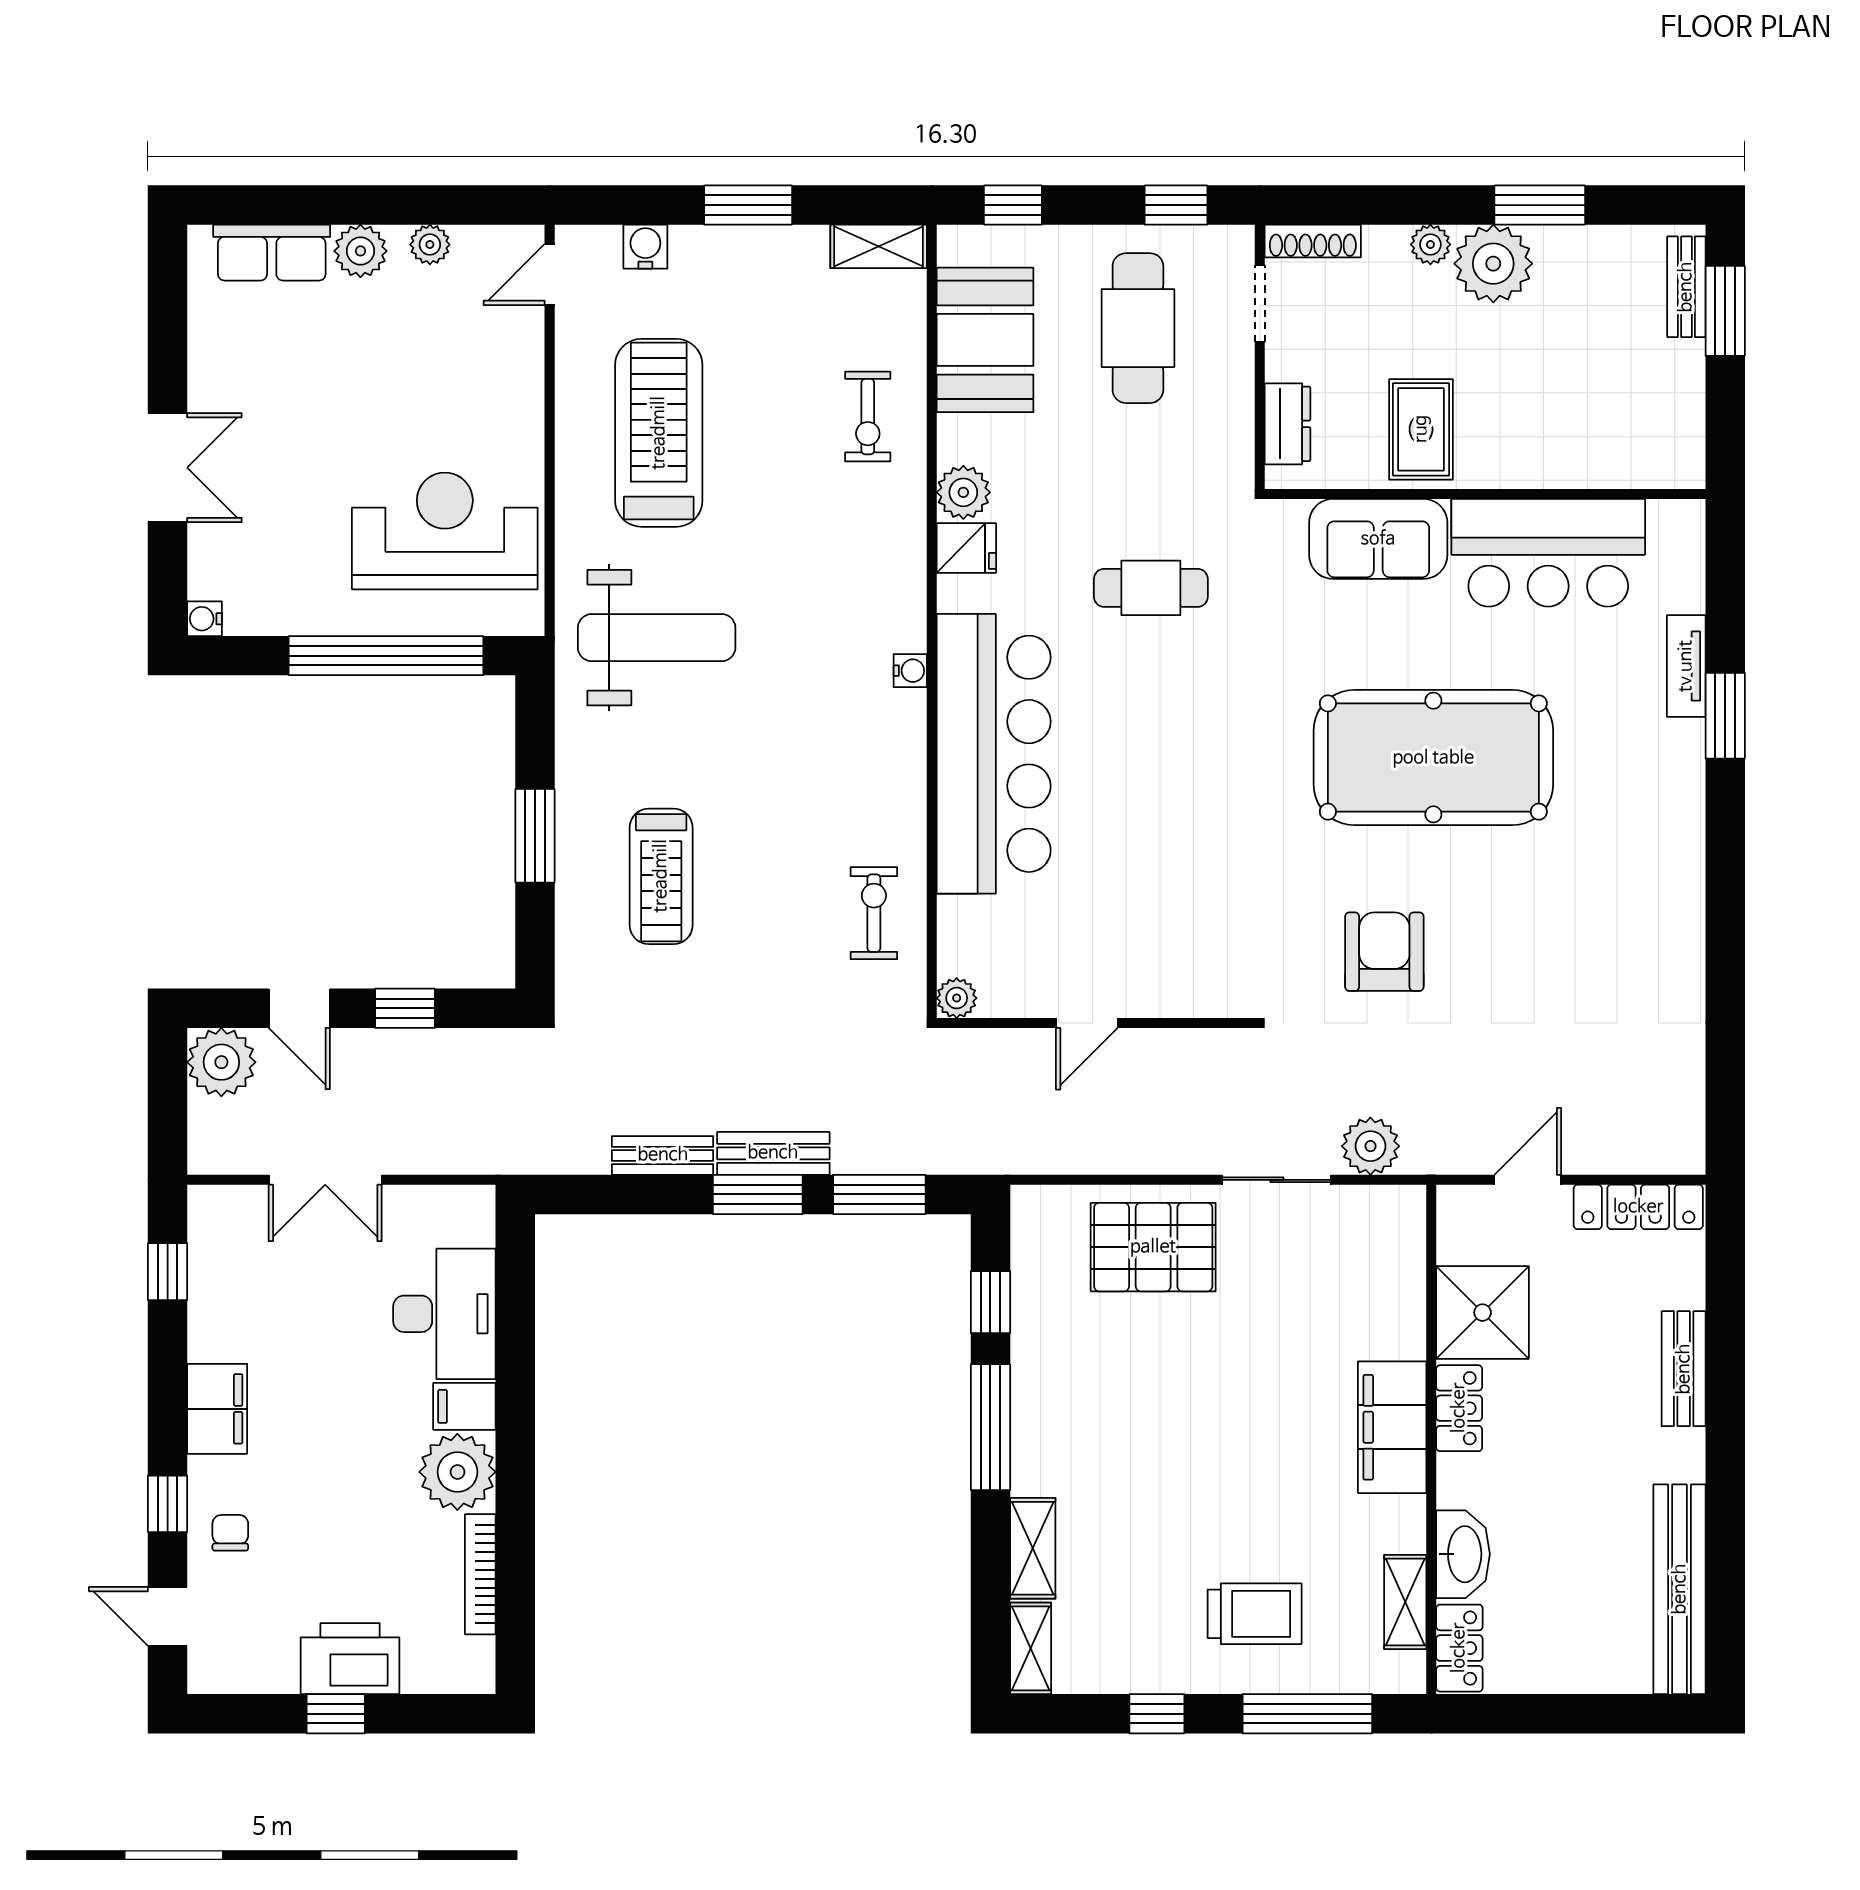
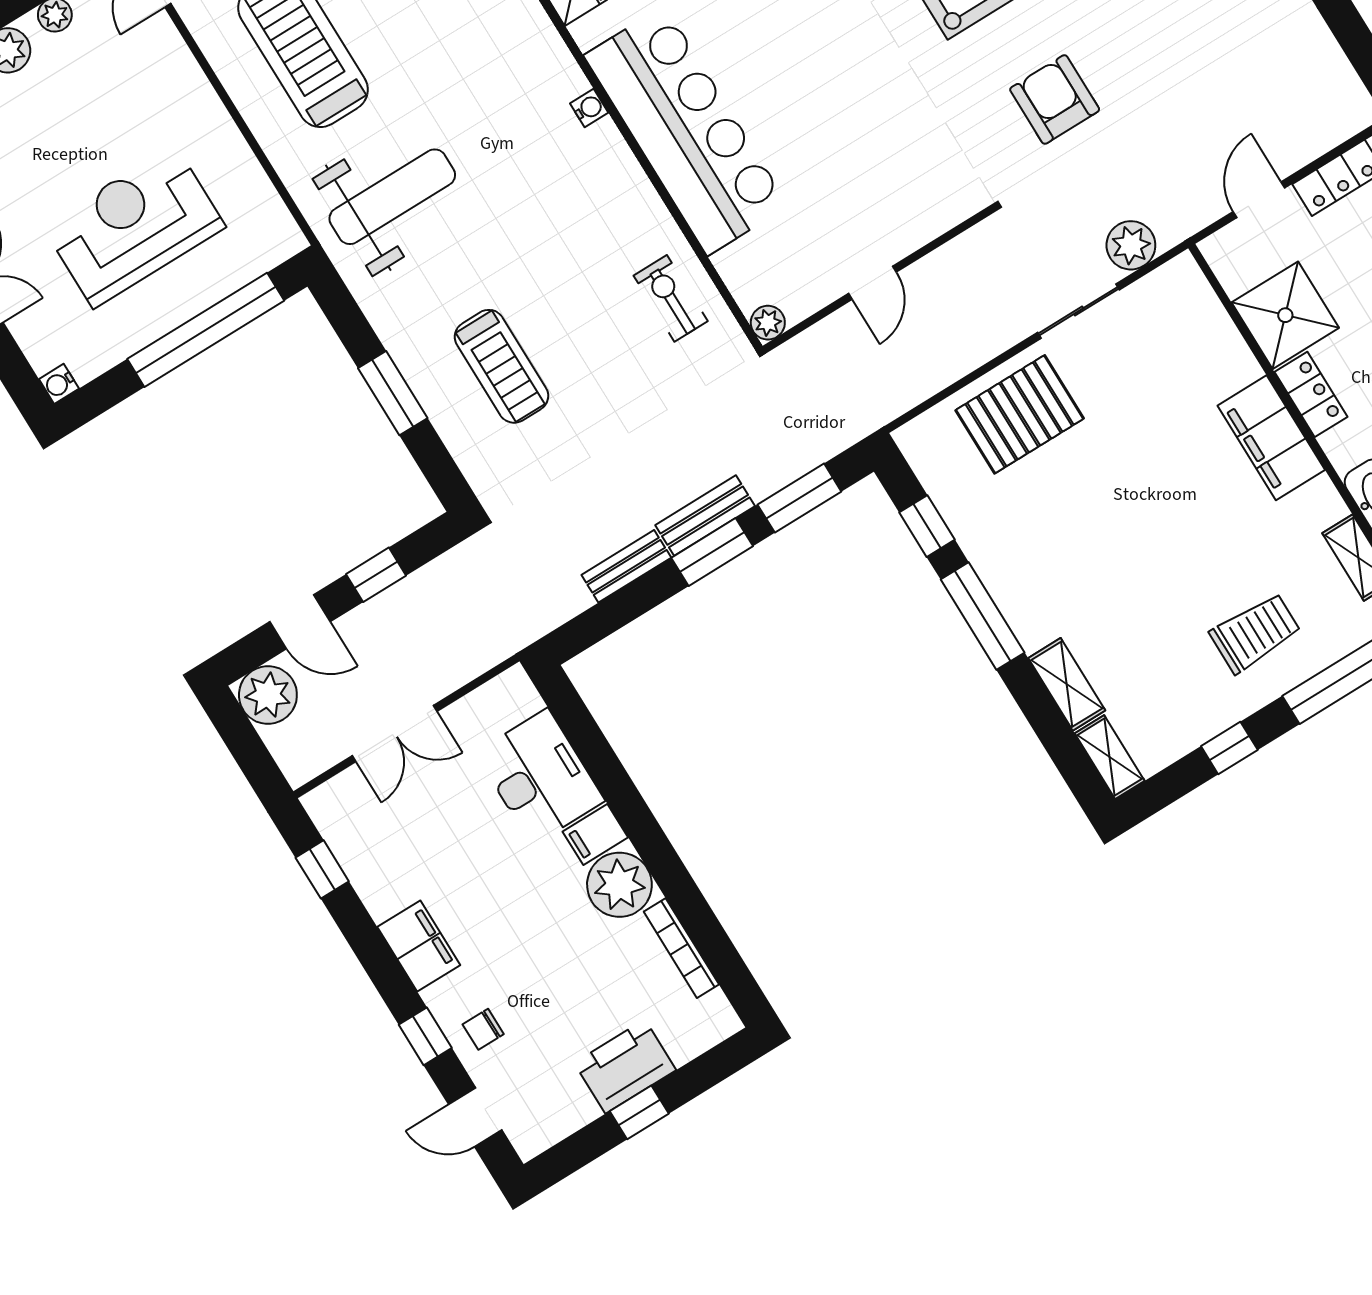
reception desk: (445, 531) -> (134, 226), moved
chair: (230, 1533) -> (483, 1029), turned -90

